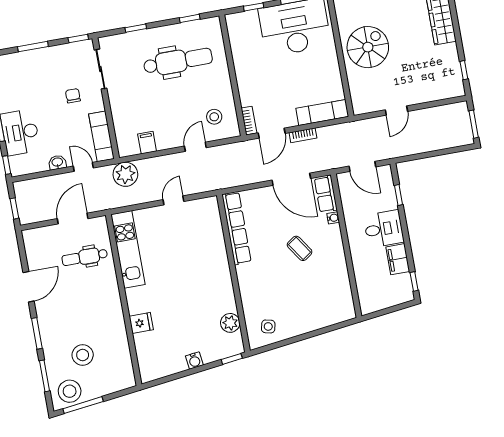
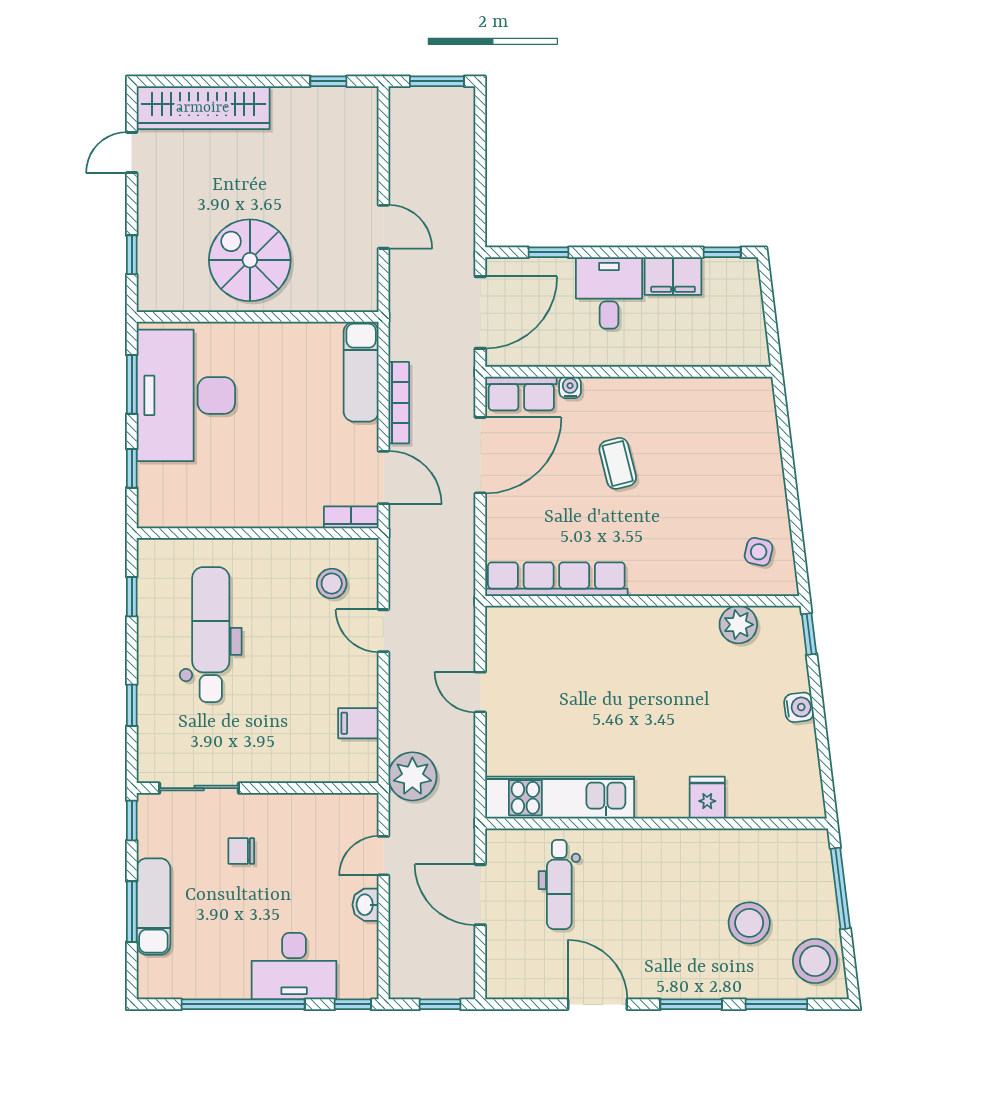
bookcase: (303, 135) -> (399, 403), width x1.56
exam couch: (101, 136) -> (153, 906), moved, turned -90
door: (362, 166) -> (480, 313), width x1.36
coffee table: (300, 248) -> (618, 463), turned -70
window: (83, 405) -> (840, 888), moved

